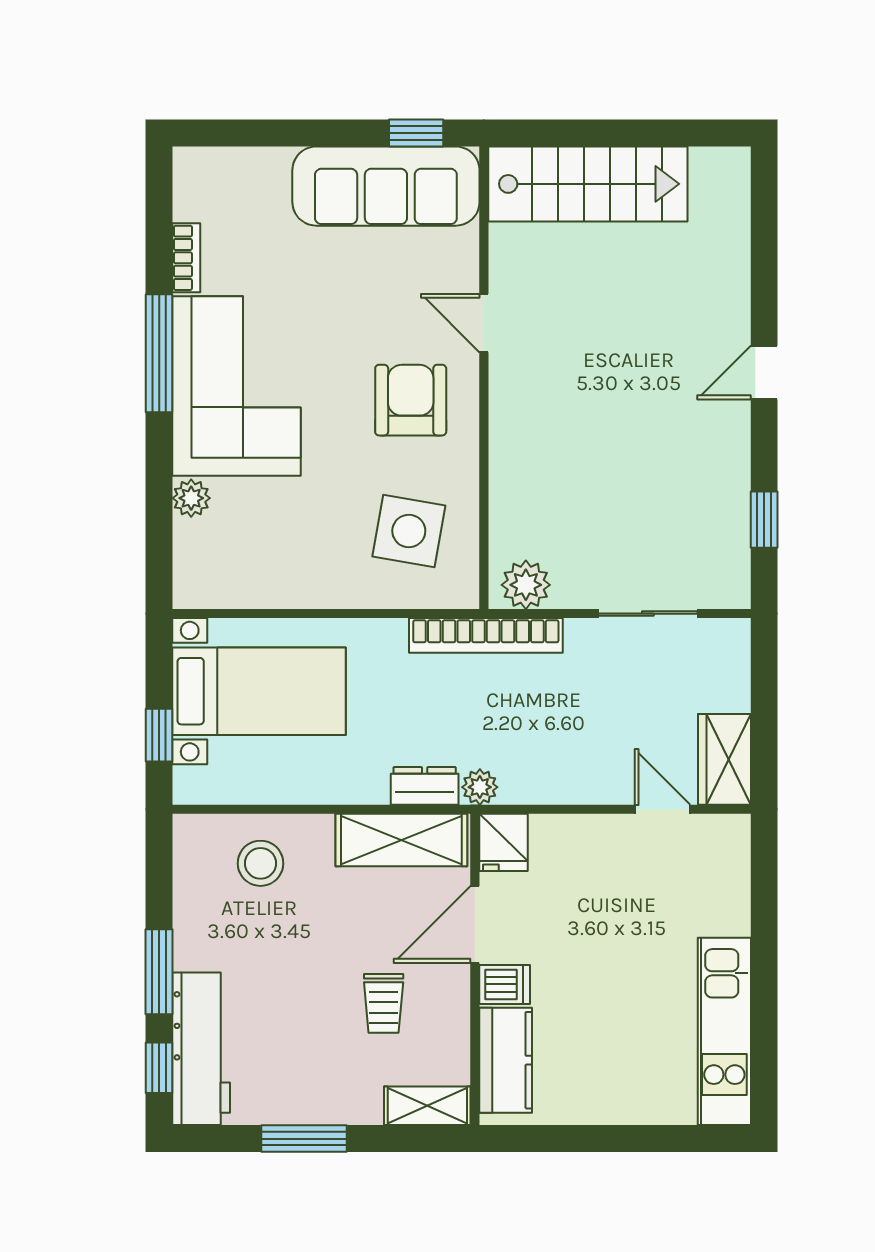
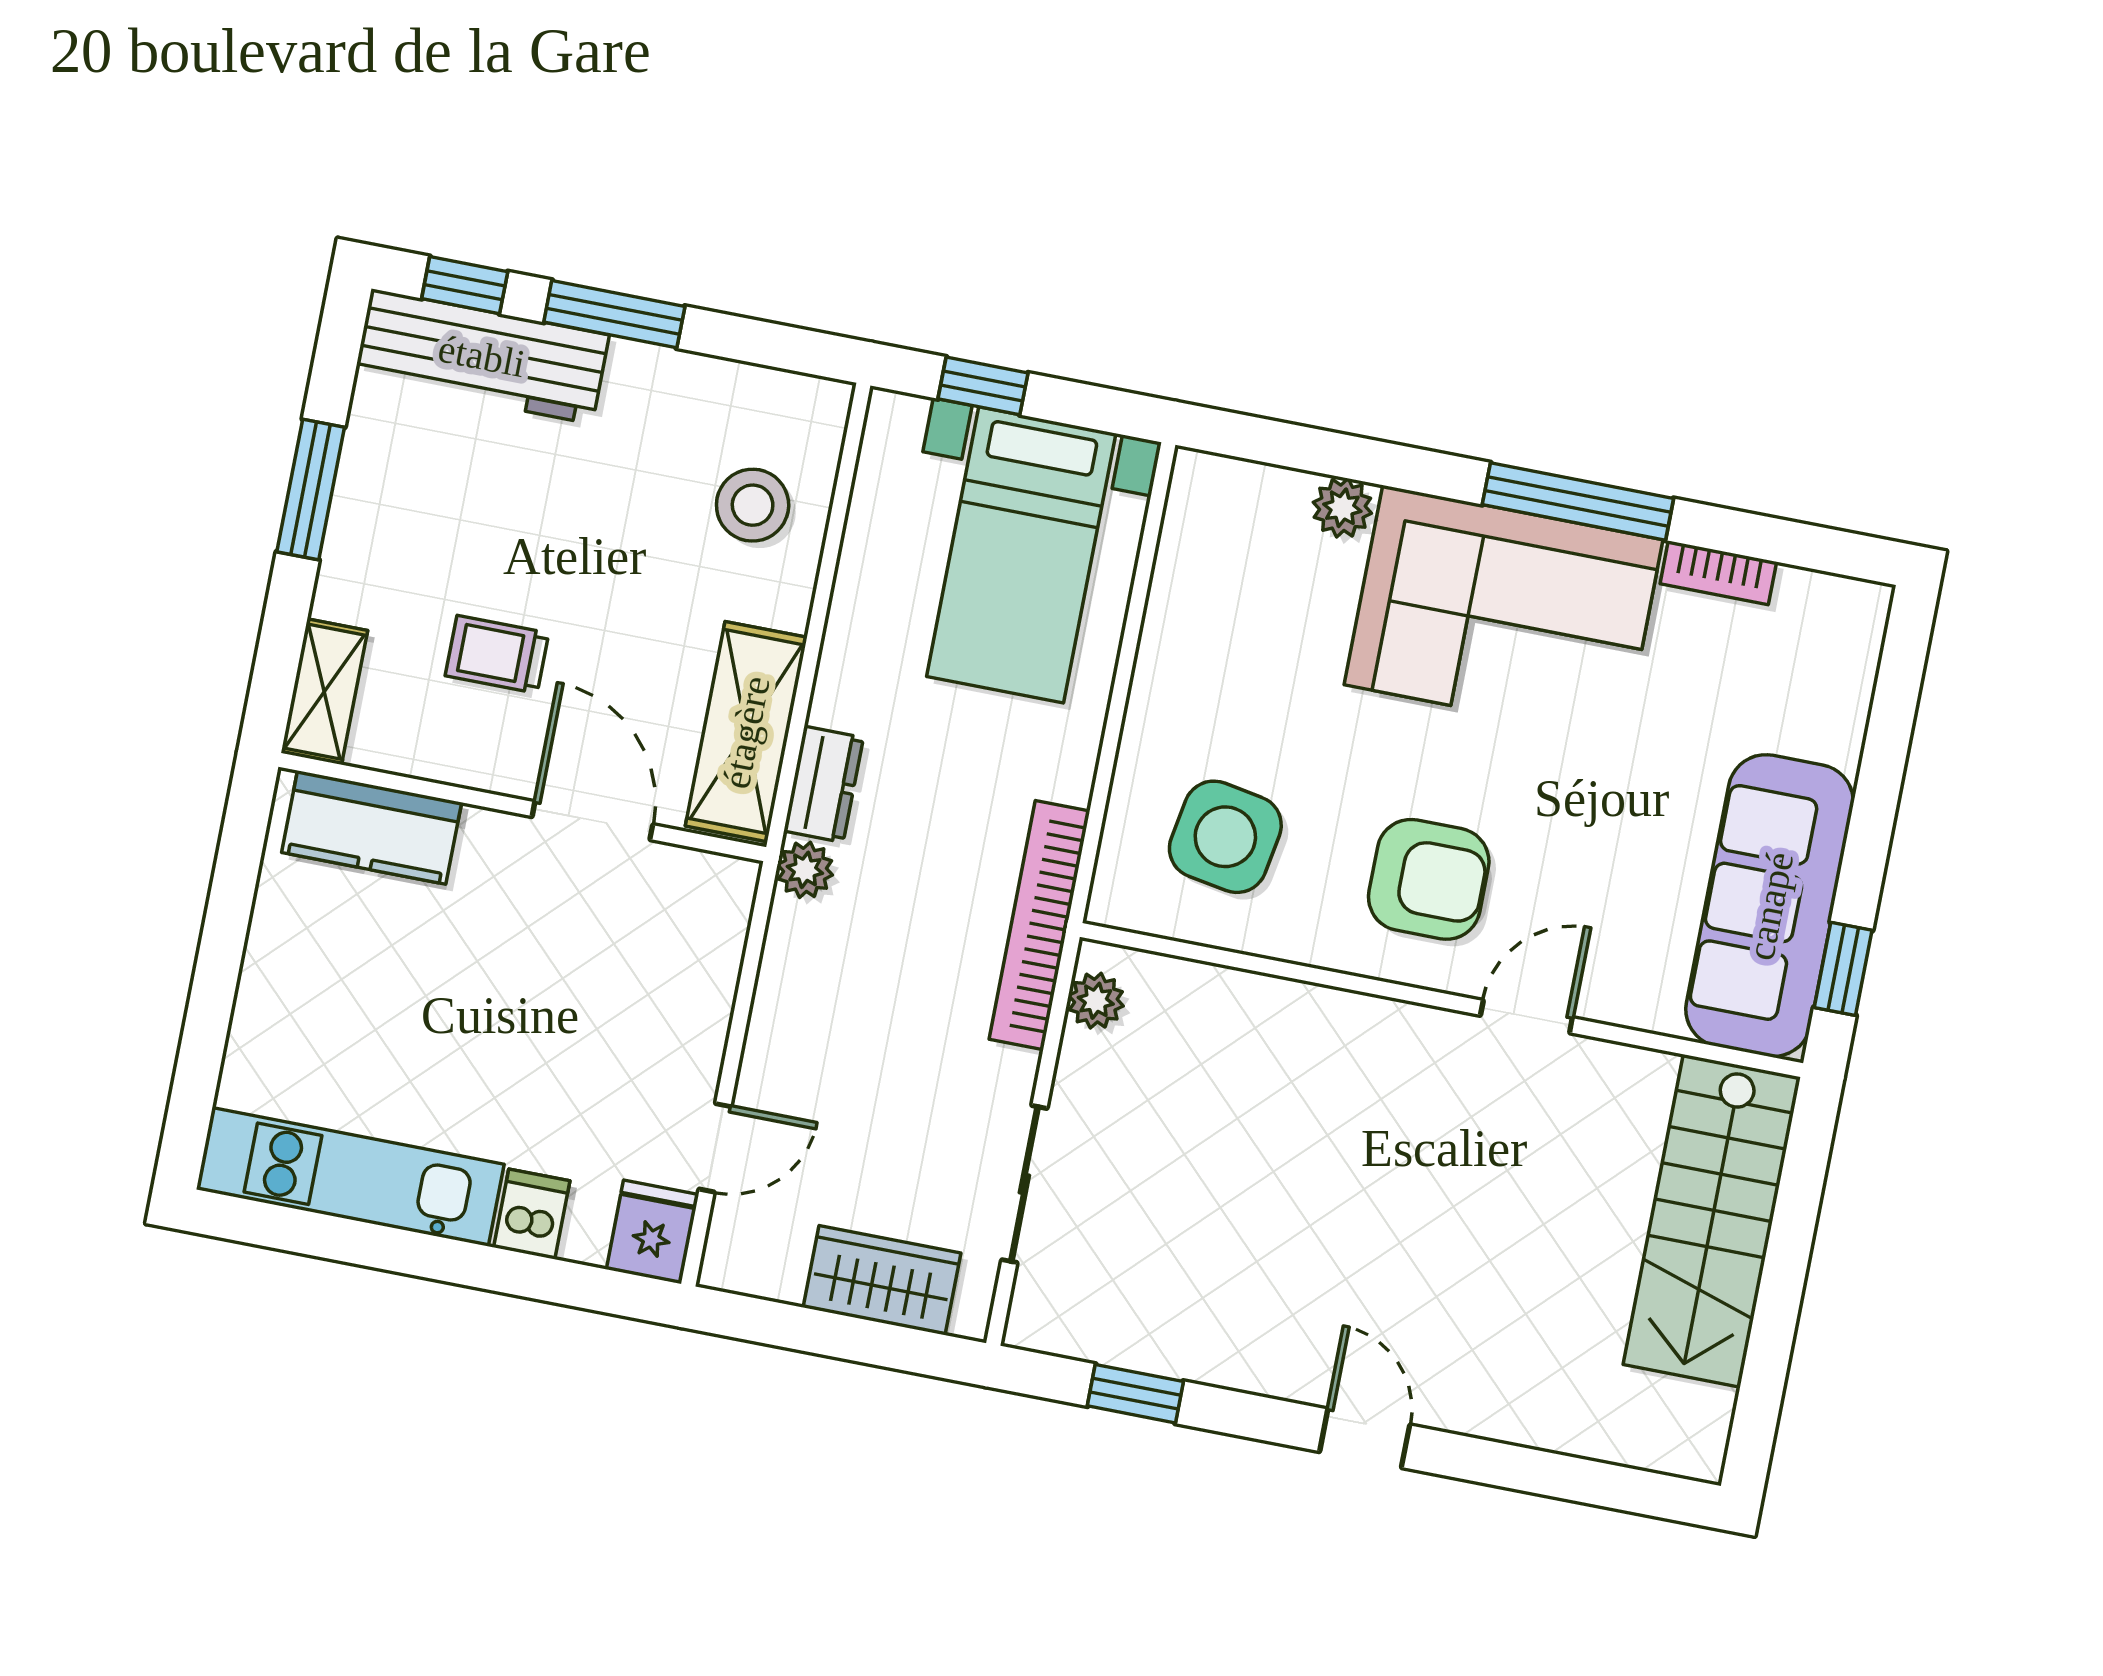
plant: (526, 585) -> (1096, 1001), width x0.73, depth x0.73
wardrobe: (724, 759) -> (882, 1280), moved
fridge: (503, 842) -> (653, 1232), moved, turned 90
dishwasher: (505, 984) -> (532, 1214), moved, turned 180

